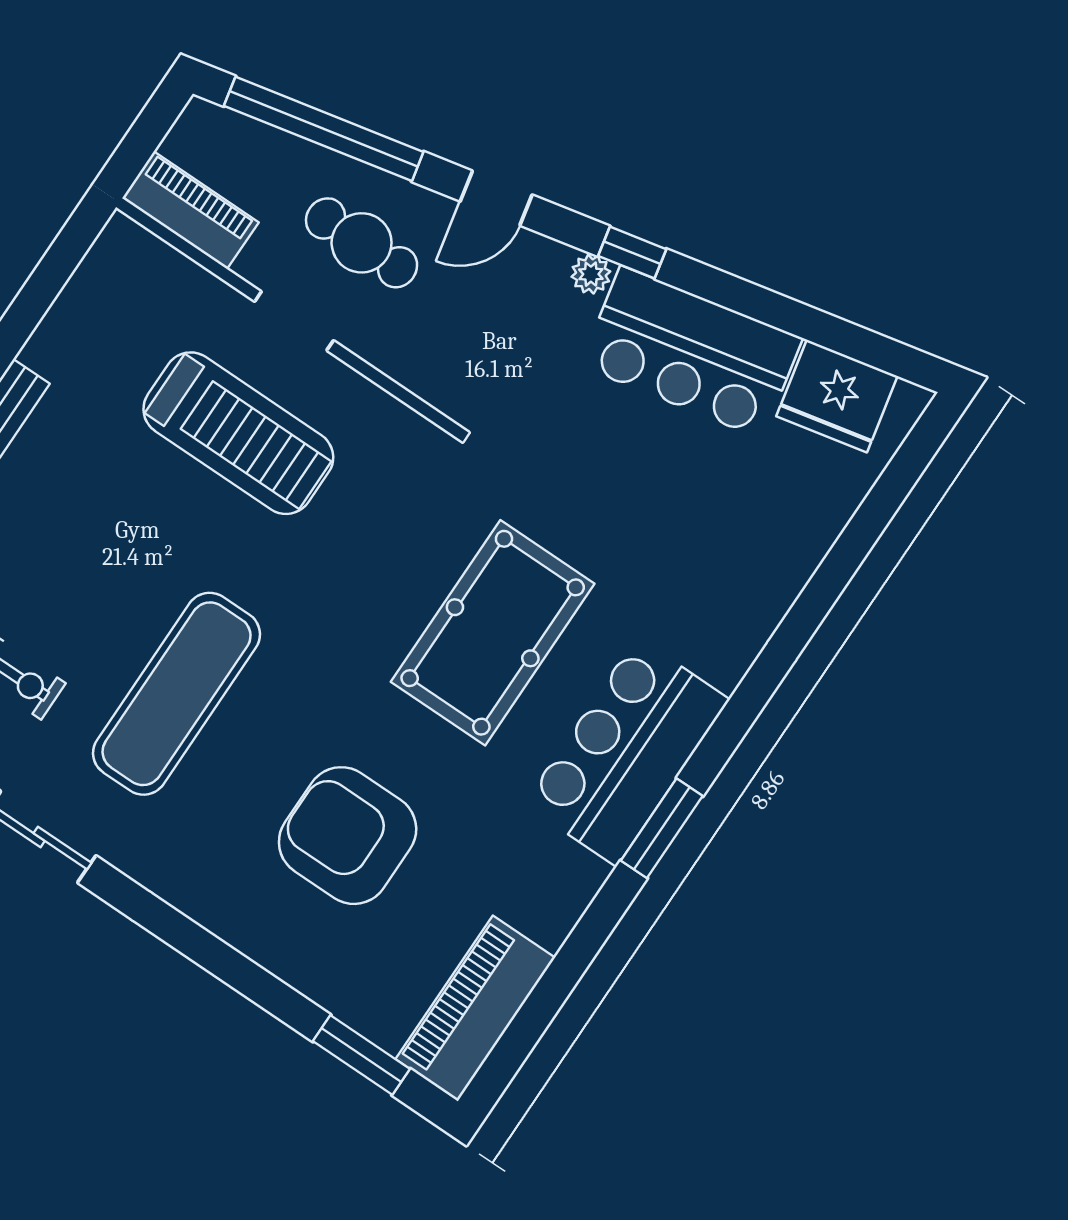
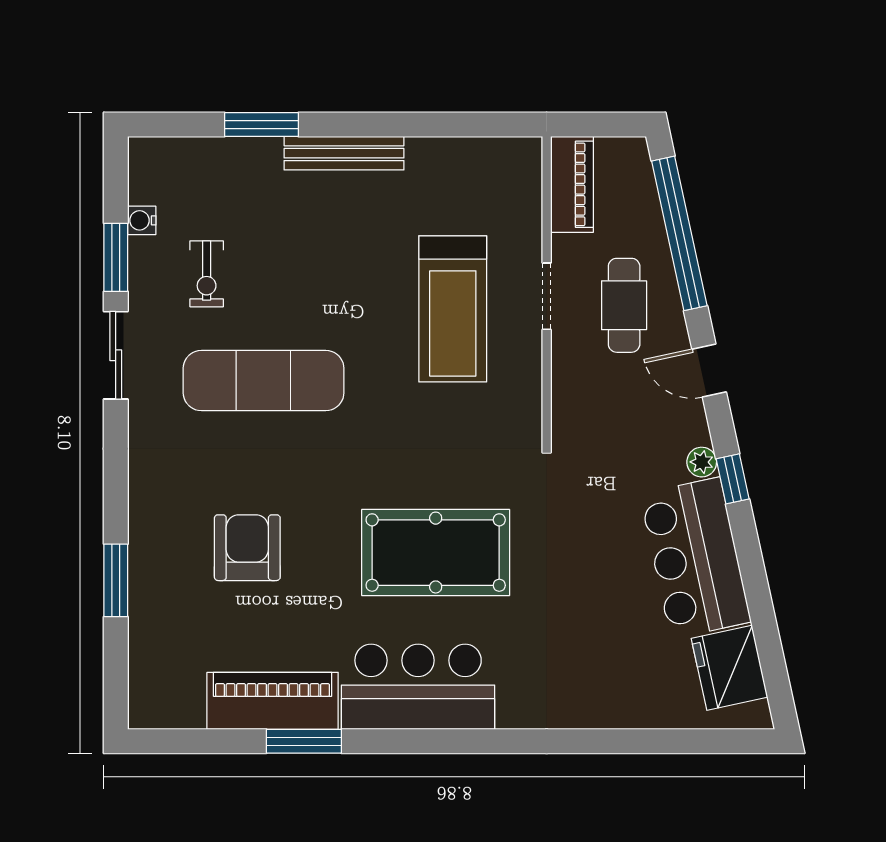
window: (662, 828) -> (304, 741), moved
armchair: (348, 836) -> (247, 548), width x0.73, depth x0.73
piano: (475, 1008) -> (273, 701), moved
window: (361, 1055) -> (116, 580), moved

